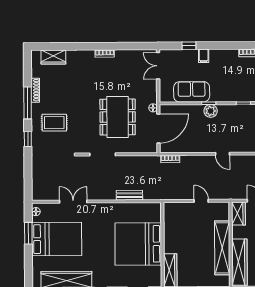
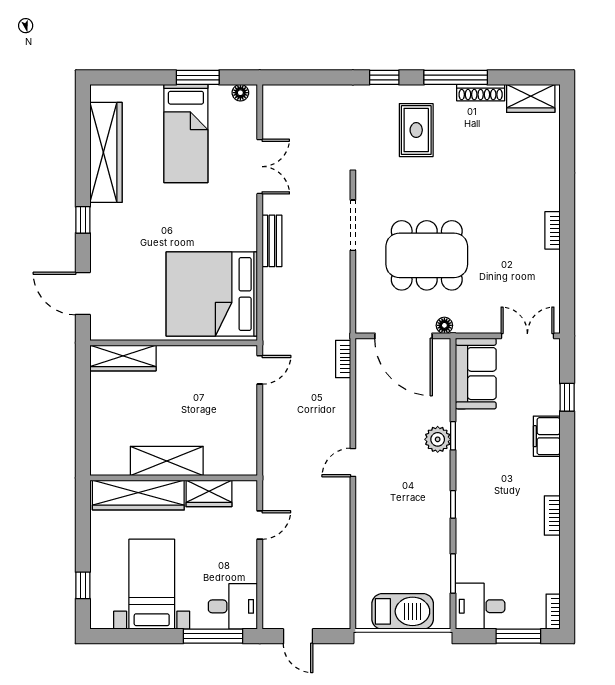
filing cabinet: (204, 56) -> (547, 436), width x2.00
wardrobe: (53, 57) -> (531, 98), moved, turned -90
sofa: (192, 92) -> (476, 374), moved
bench: (129, 195) -> (272, 241), moved
door: (201, 201) -> (260, 370), moved
wardrobe: (238, 214) -> (209, 493), moved
bed: (57, 239) -> (186, 134), width x0.67
bed: (138, 244) -> (212, 294), moved, turned -90
shelving: (222, 248) -> (167, 461), width x0.68

